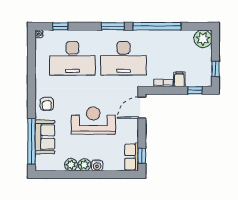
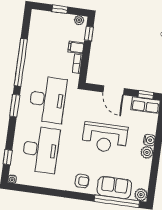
plant: (203, 39) -> (79, 20), moved, width x0.53, depth x0.53
window: (215, 69) -> (60, 9), moved
door: (142, 108) -> (114, 90), moved
reception desk: (93, 121) -> (105, 138), turned -90
plant: (71, 165) -> (141, 195), moved

